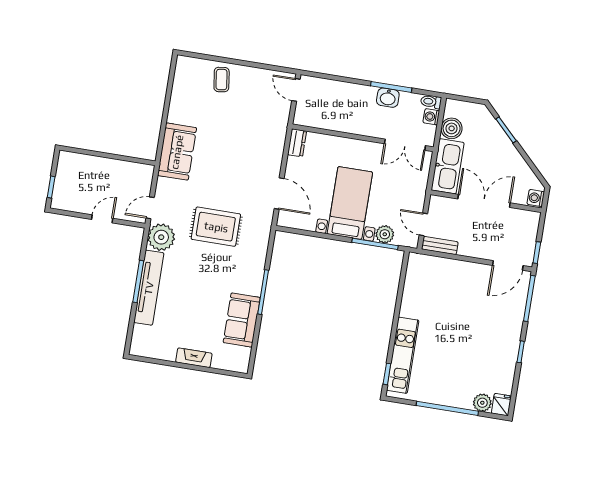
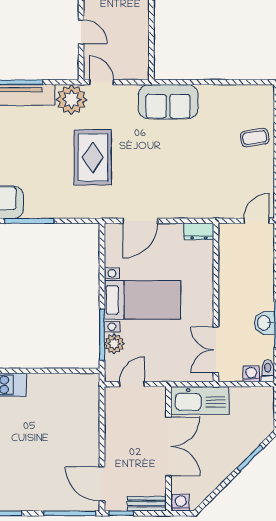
boiler: (452, 128) -> (242, 398), removed
bench: (440, 246) -> (147, 504), moved, turned 90

